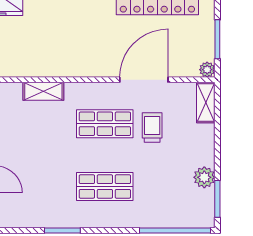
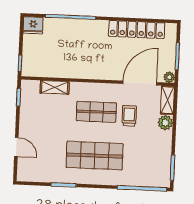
door: (144, 80) -> (140, 83), moved
plant: (204, 177) -> (165, 123), moved
shop shelf: (105, 186) -> (94, 156), width x1.43, depth x1.36

